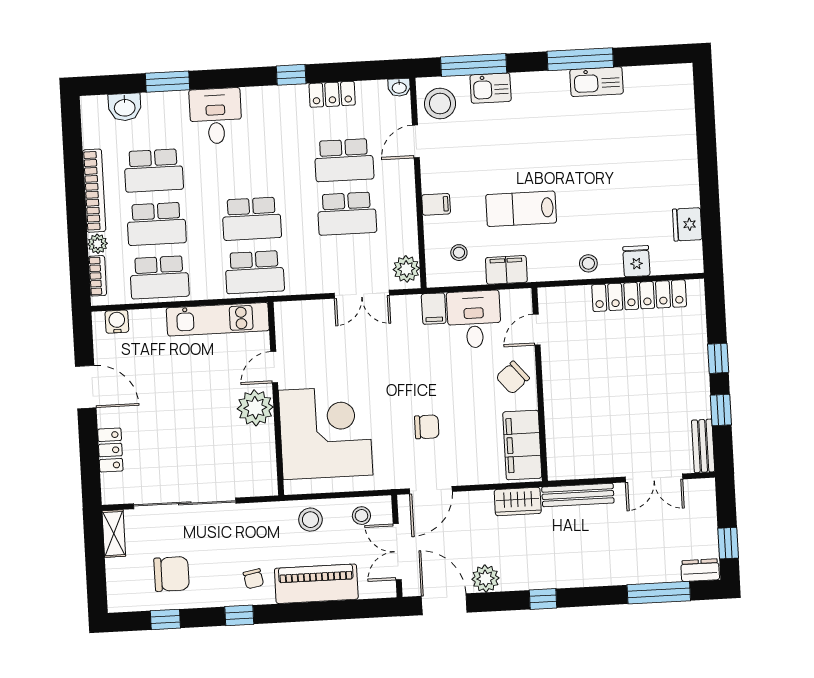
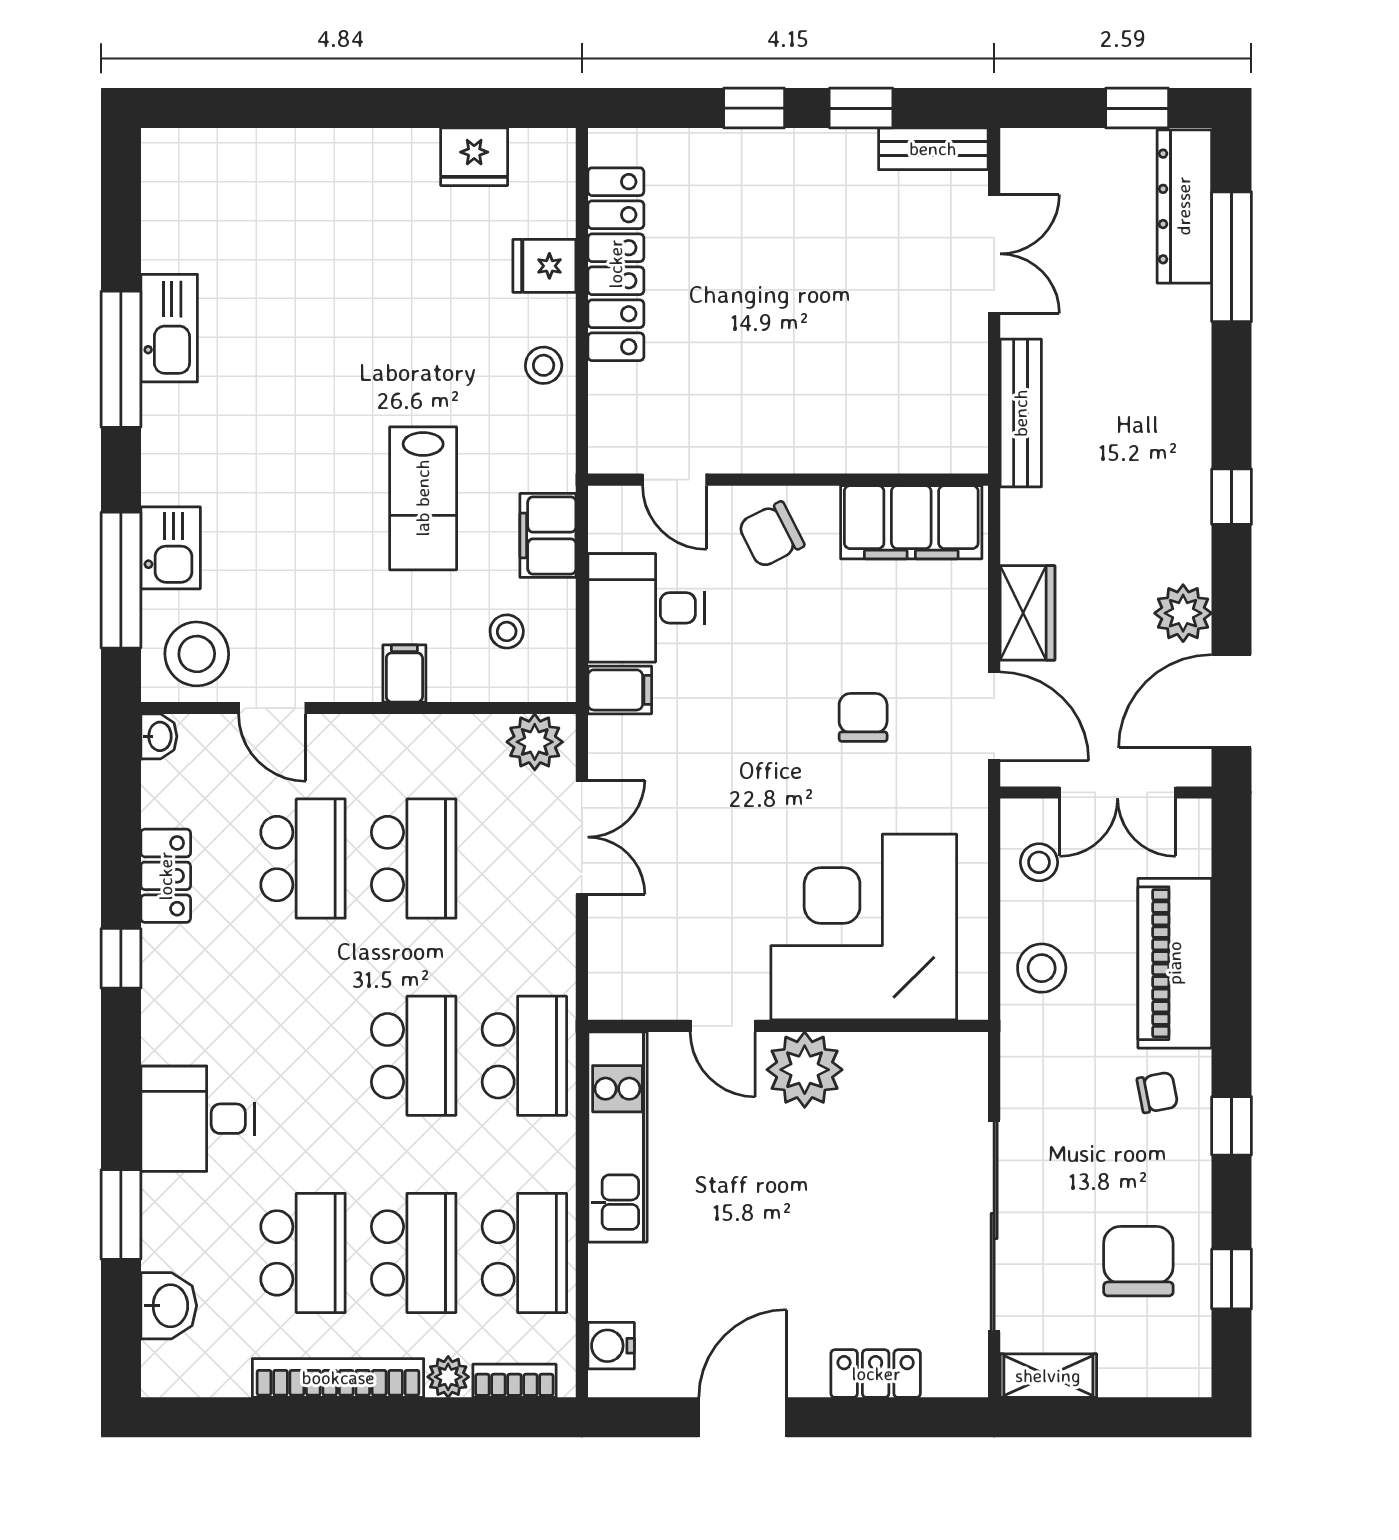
chair: (513, 378) -> (771, 535), turned 103
wardrobe: (518, 501) -> (1027, 613), moved
dresser: (700, 570) -> (1184, 206), width x1.96, depth x1.24

